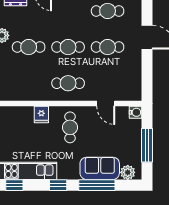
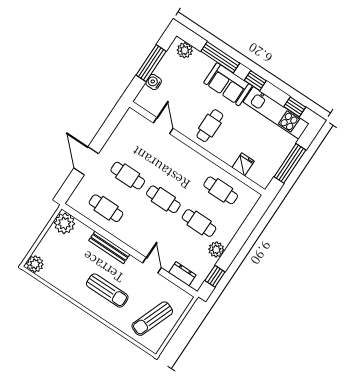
cafe table: (68, 83) -> (221, 190), moved
water cooler: (135, 112) -> (154, 82), moved
fridge: (41, 115) -> (243, 164), moved
sofa: (100, 168) -> (228, 84), moved

